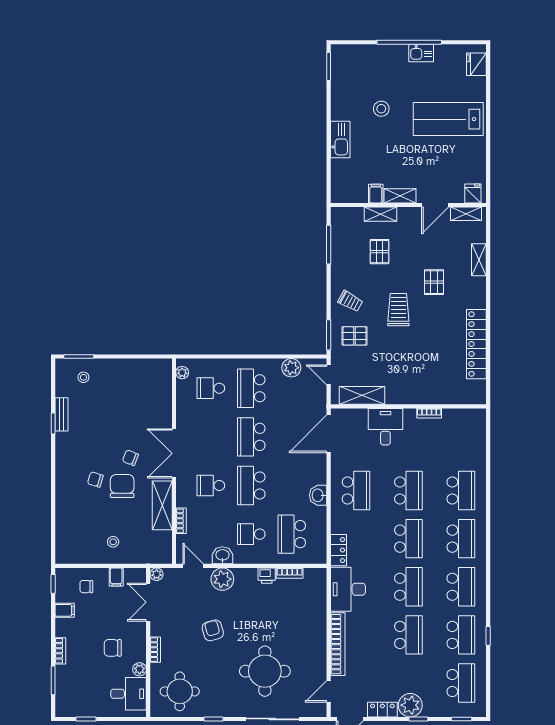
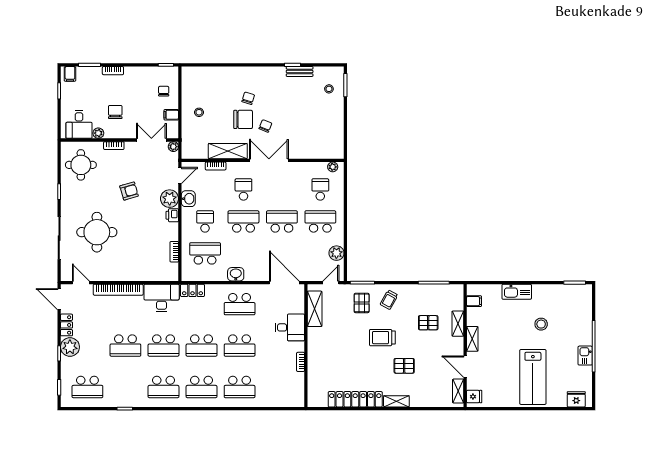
lab bench: (448, 119) -> (533, 377), turned 180
filing cabinet: (376, 194) -> (474, 301), moved
shelving: (479, 260) -> (396, 401), moved
trolley: (398, 310) -> (382, 338), turned 180
printer: (267, 576) -> (172, 215), moved
filing cabinet: (65, 610) -> (70, 74), moved
school desk: (461, 635) -> (125, 387), removed

